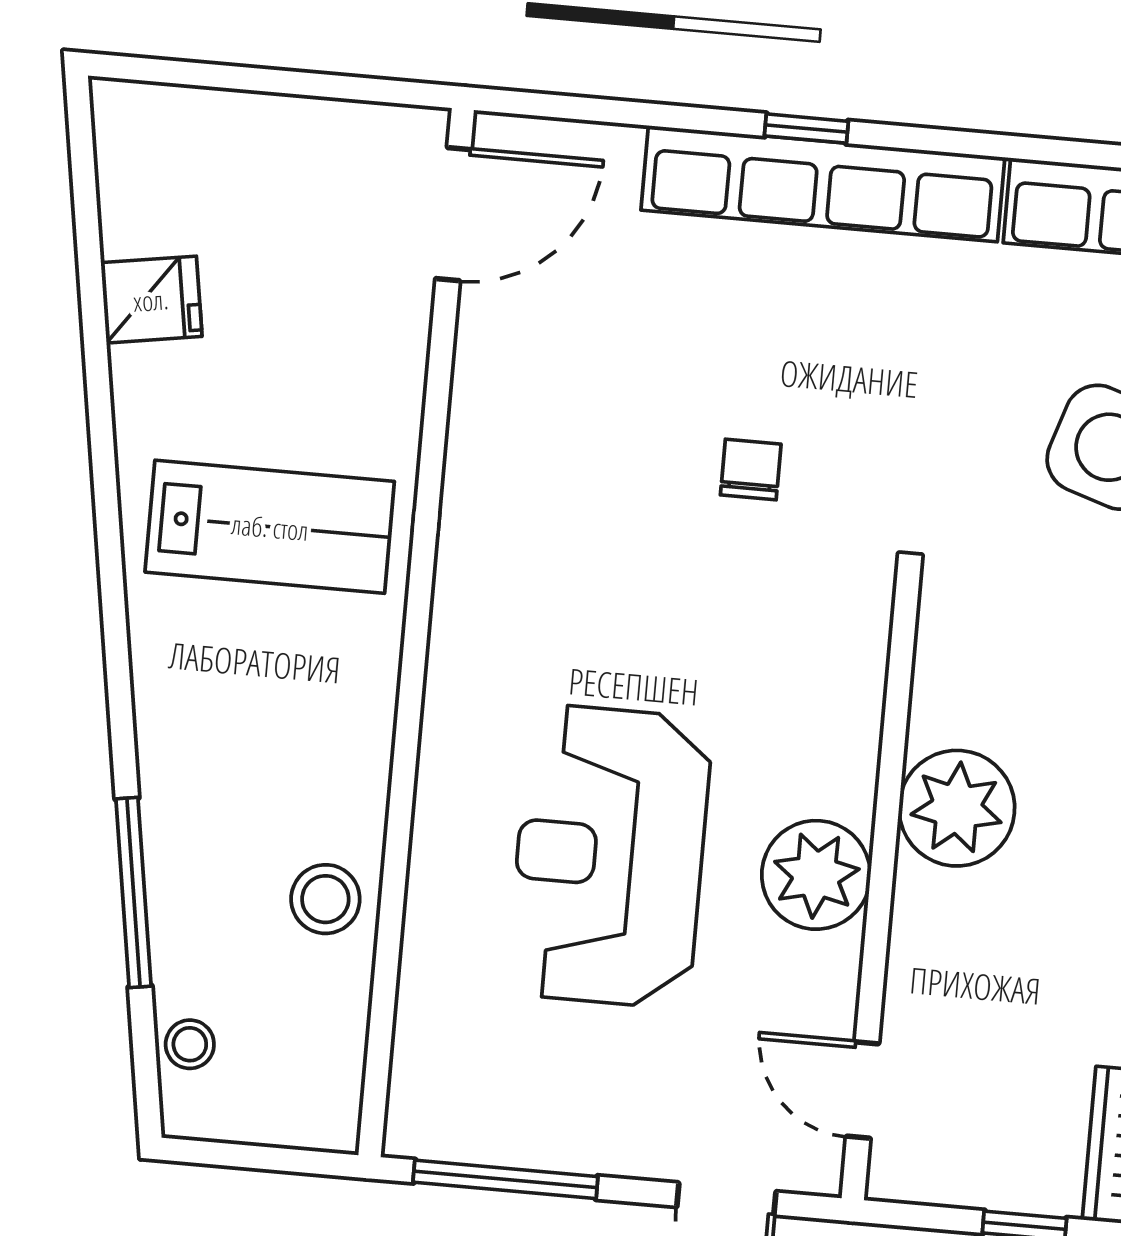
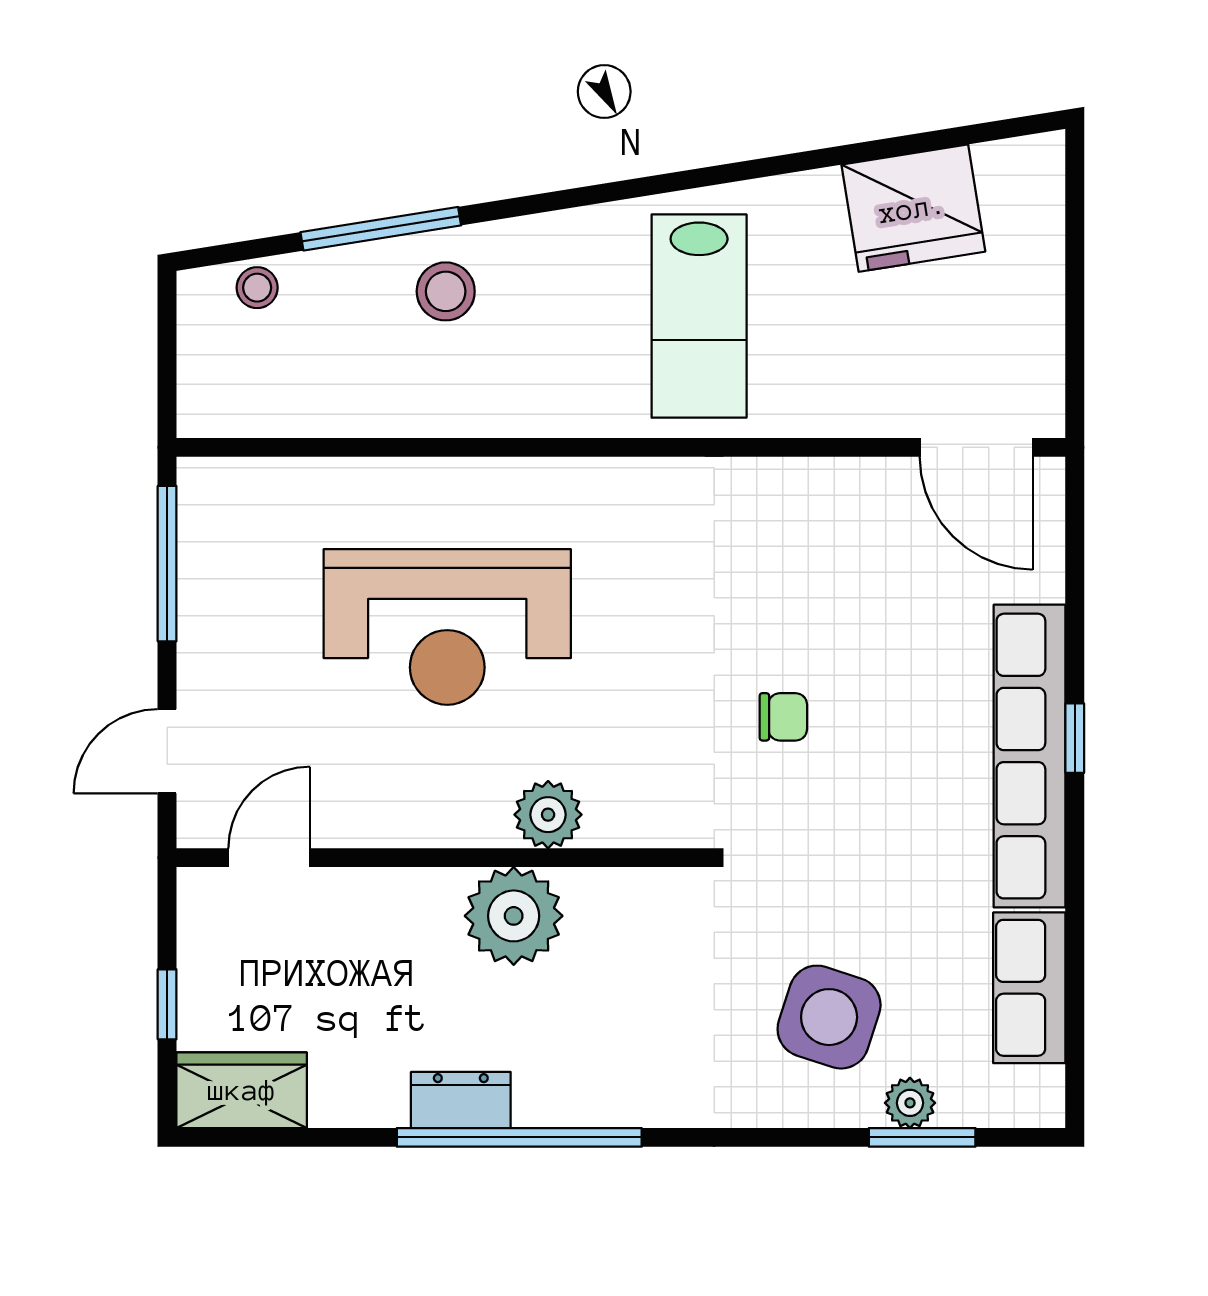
fridge: (151, 300) -> (913, 208), width x1.88, depth x1.34
reception desk: (610, 856) -> (447, 627), turned 180
plant: (816, 875) -> (548, 815), moved, width x0.73, depth x0.73
stool: (325, 899) -> (446, 291), moved

